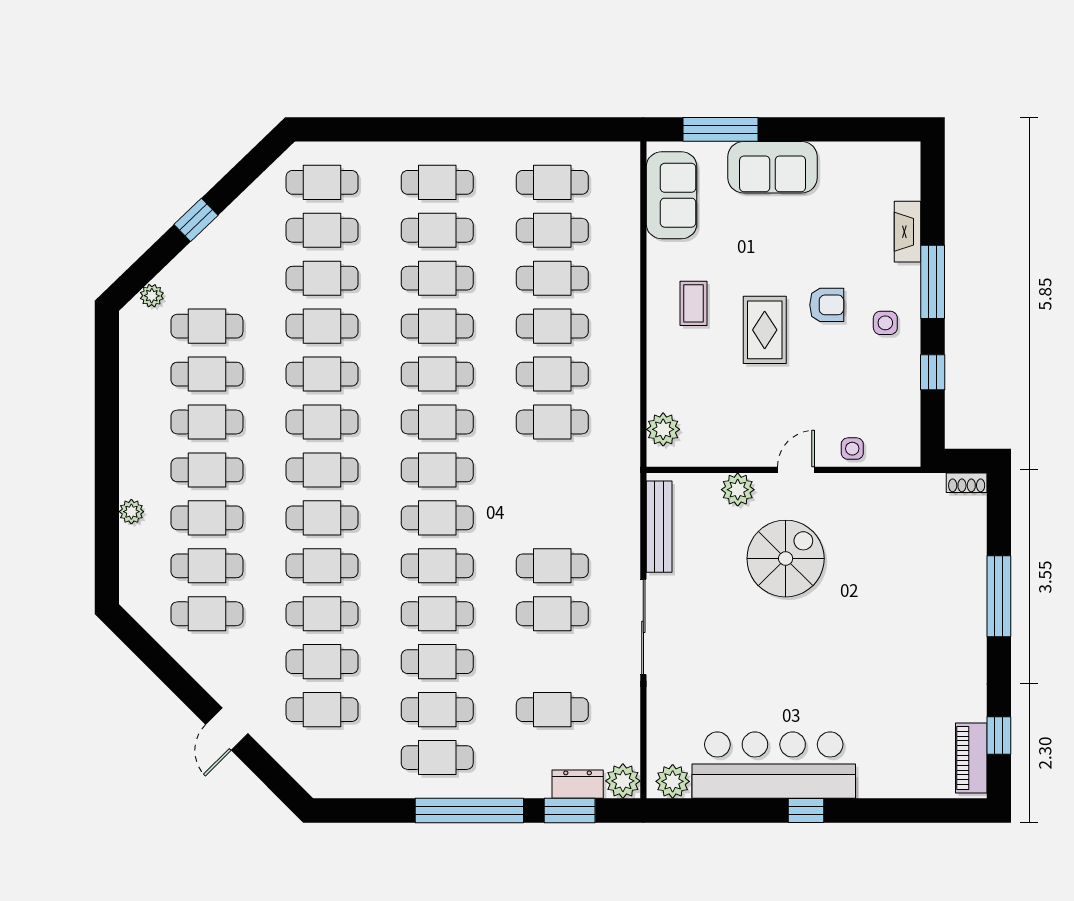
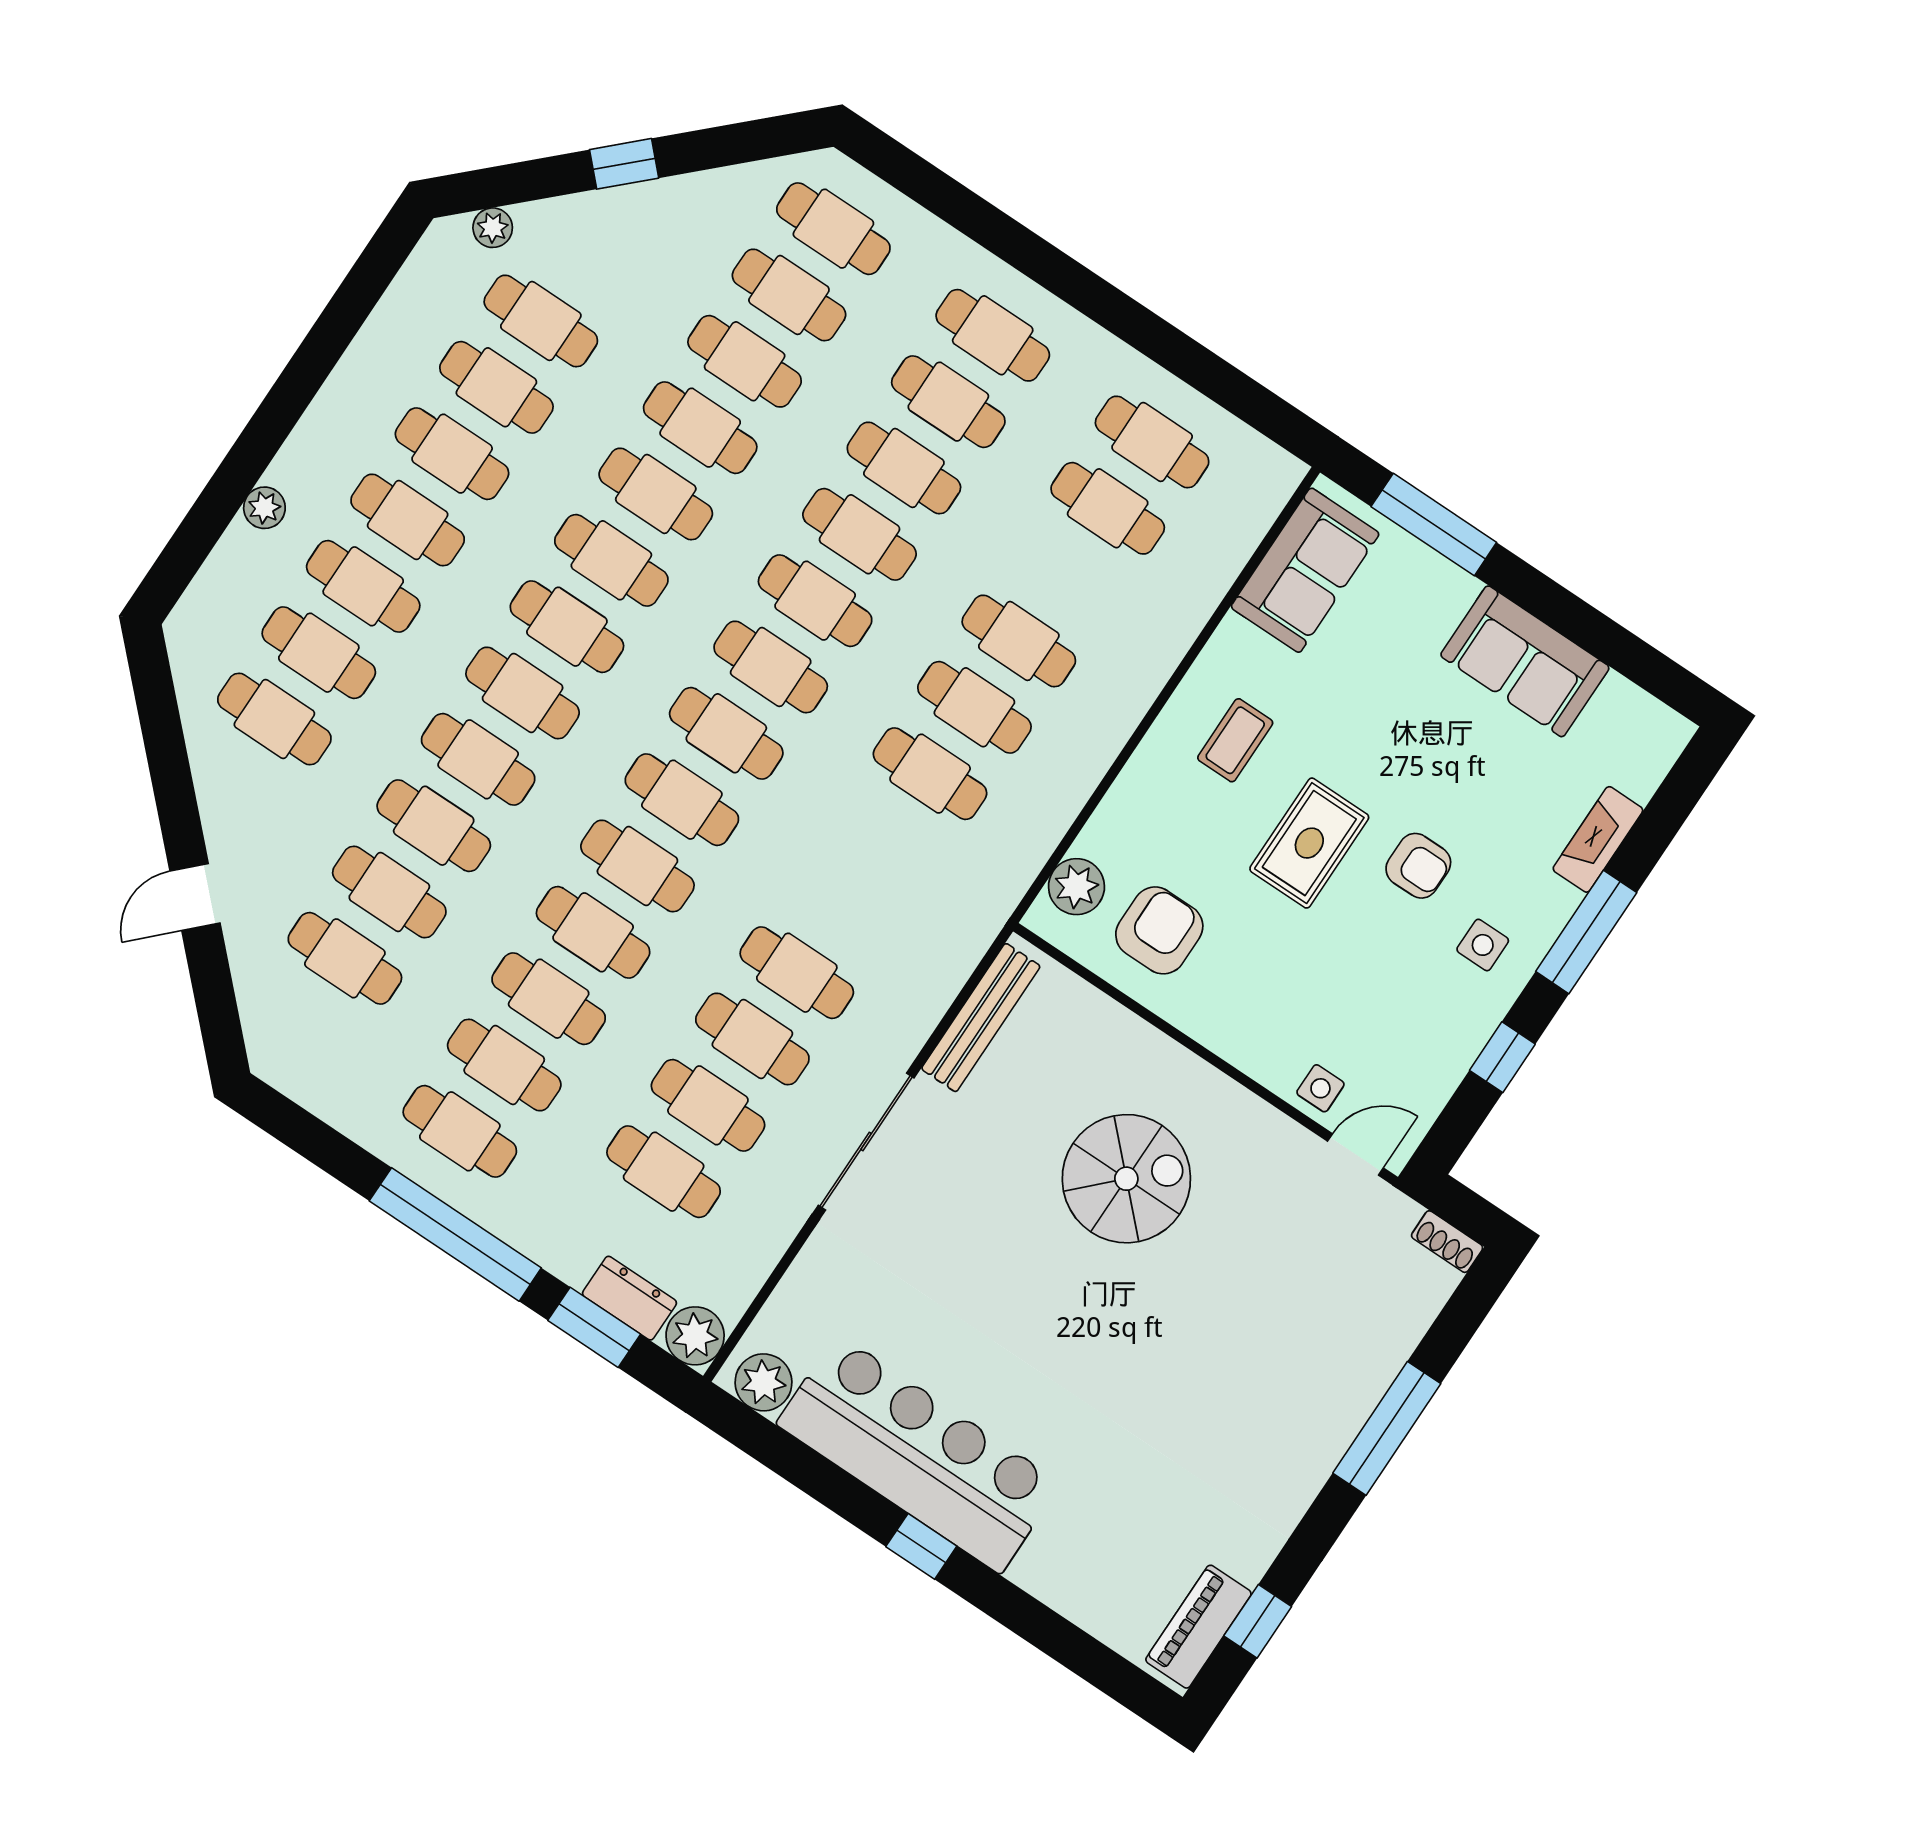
sofa: (773, 167) -> (1525, 661), moved
cafe table: (552, 278) -> (708, 1105), moved
armchair: (719, 424) -> (1159, 930), added
door: (796, 470) -> (1355, 1155), moved
plant: (738, 490) -> (1124, 1039), removed

